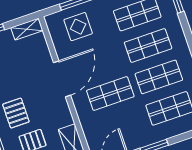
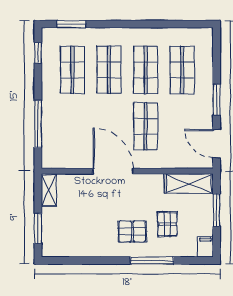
display table: (78, 27) -> (64, 136), removed

